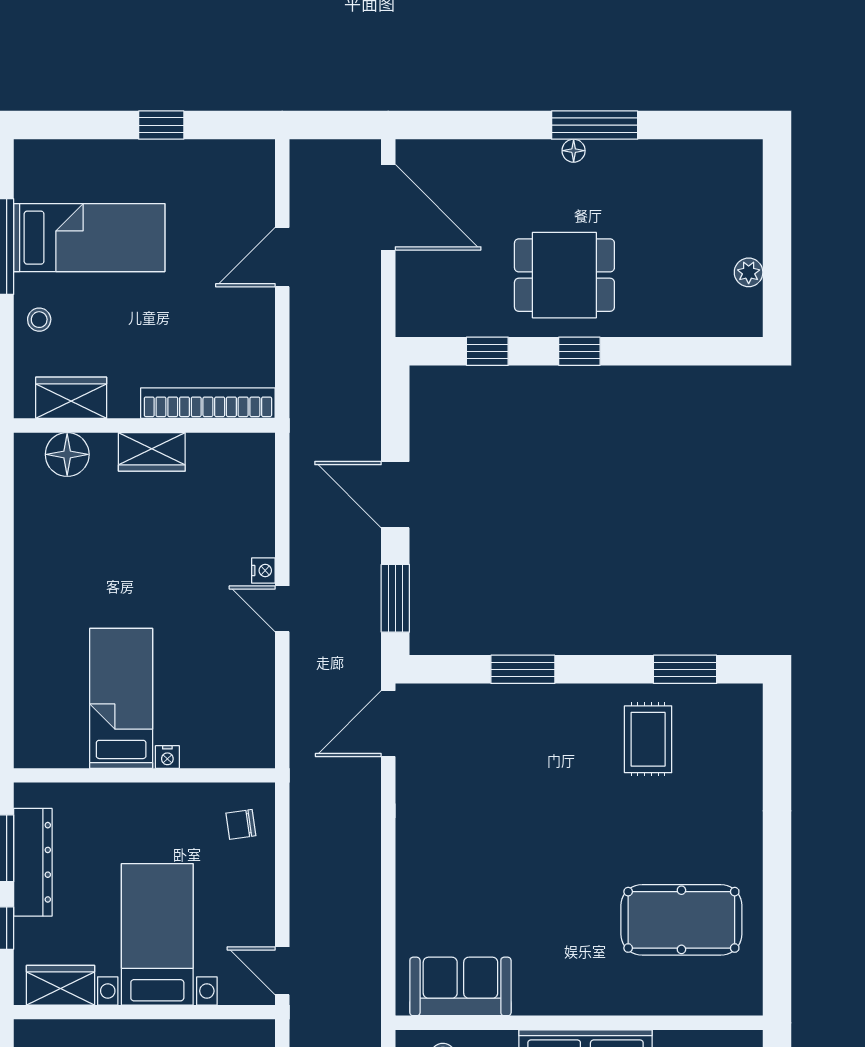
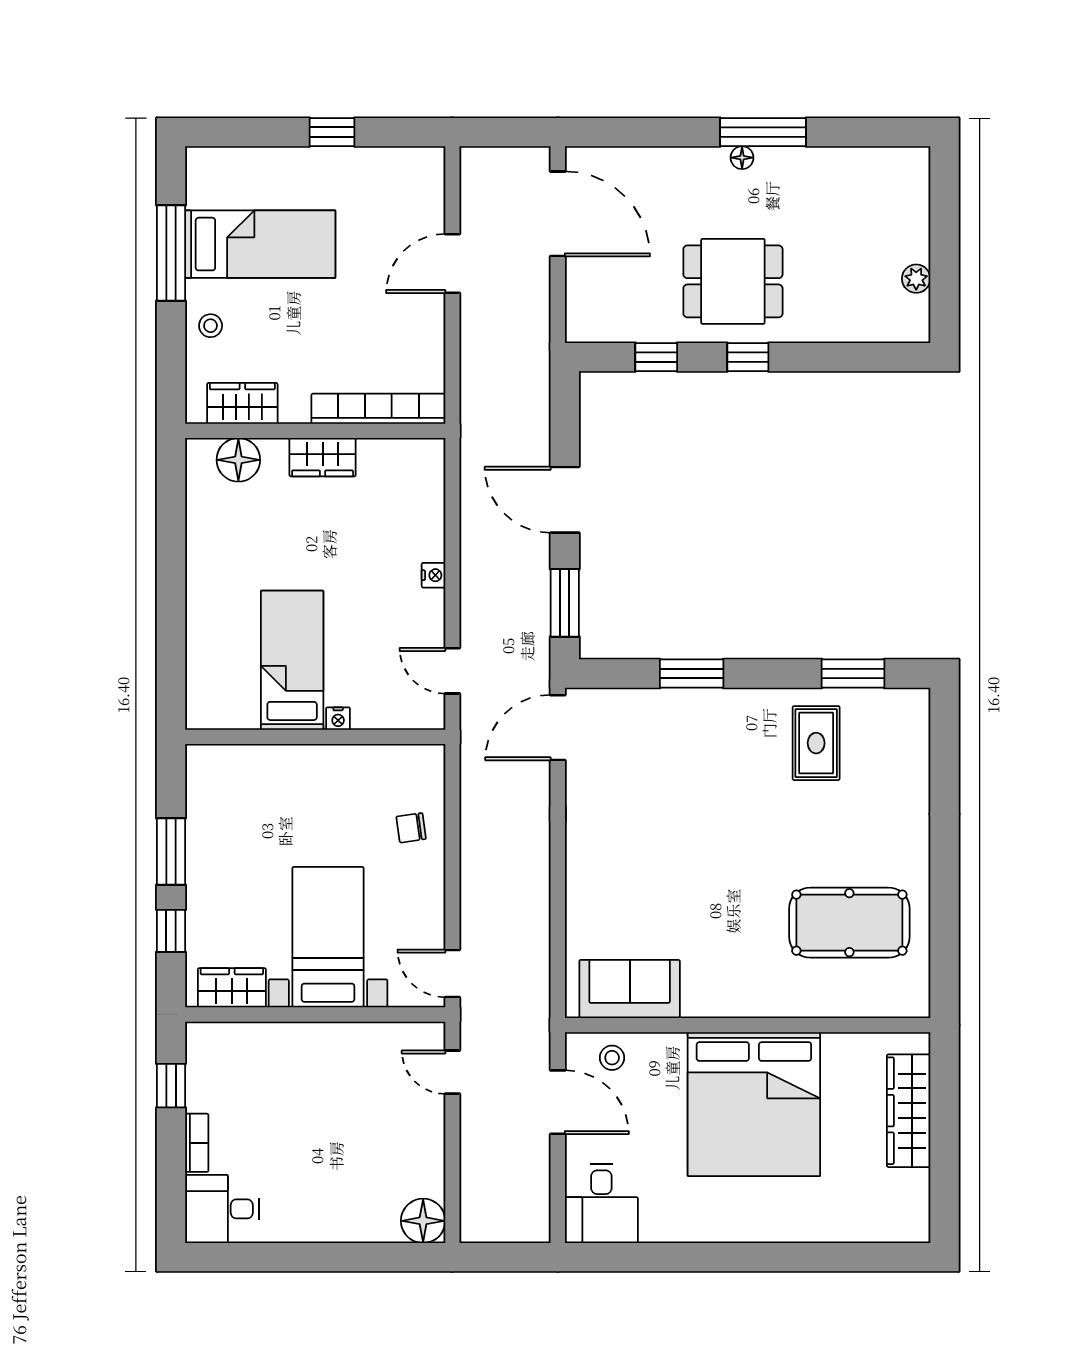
door: (282, 609) -> (452, 671), moved
bed: (121, 698) -> (292, 660), moved
nightstand: (167, 757) -> (338, 719), moved
wall: (144, 775) -> (315, 737), moved
dresser: (33, 862) -> (204, 865), removed

